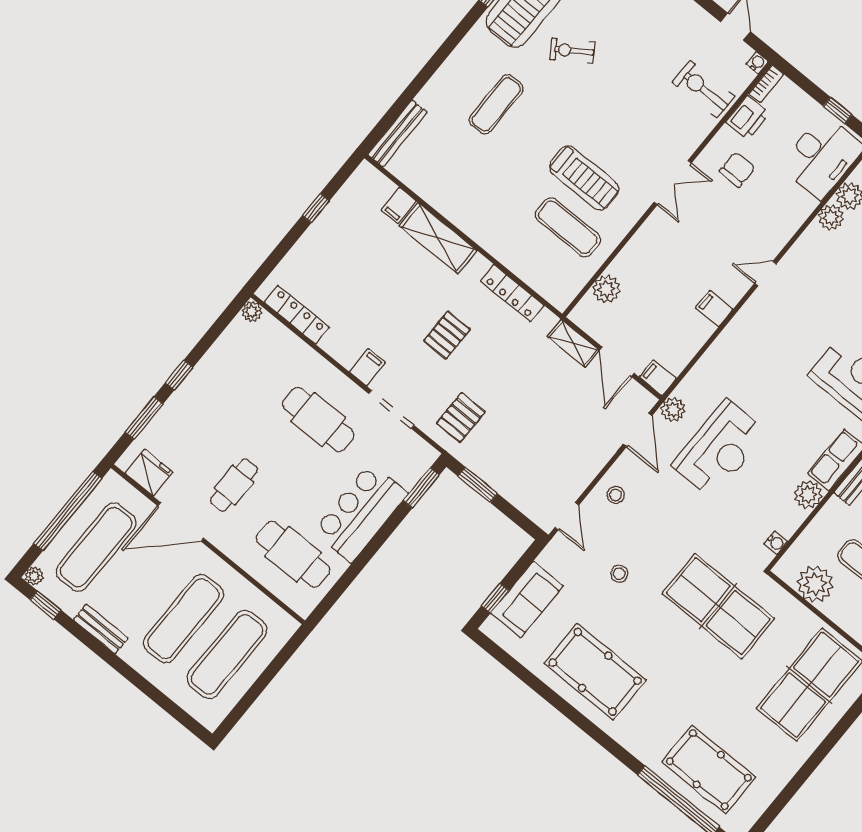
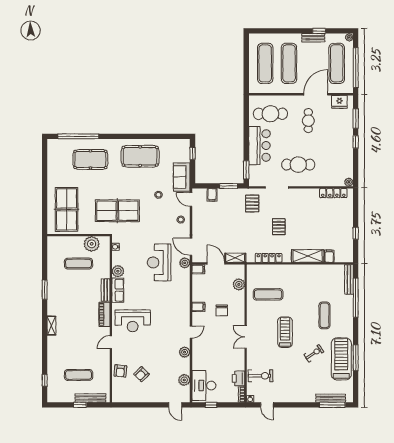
window: (412, 90) -> (356, 298), added
chair: (737, 169) -> (222, 310), moved
treadmill: (584, 178) -> (285, 332), moved, turned 90
plant: (831, 217) -> (185, 352), moved
filing cabinet: (367, 367) -> (212, 195), moved
sofa: (527, 600) -> (182, 177), moved
window: (45, 605) -> (319, 31), moved
pool table: (709, 770) -> (90, 159), moved

